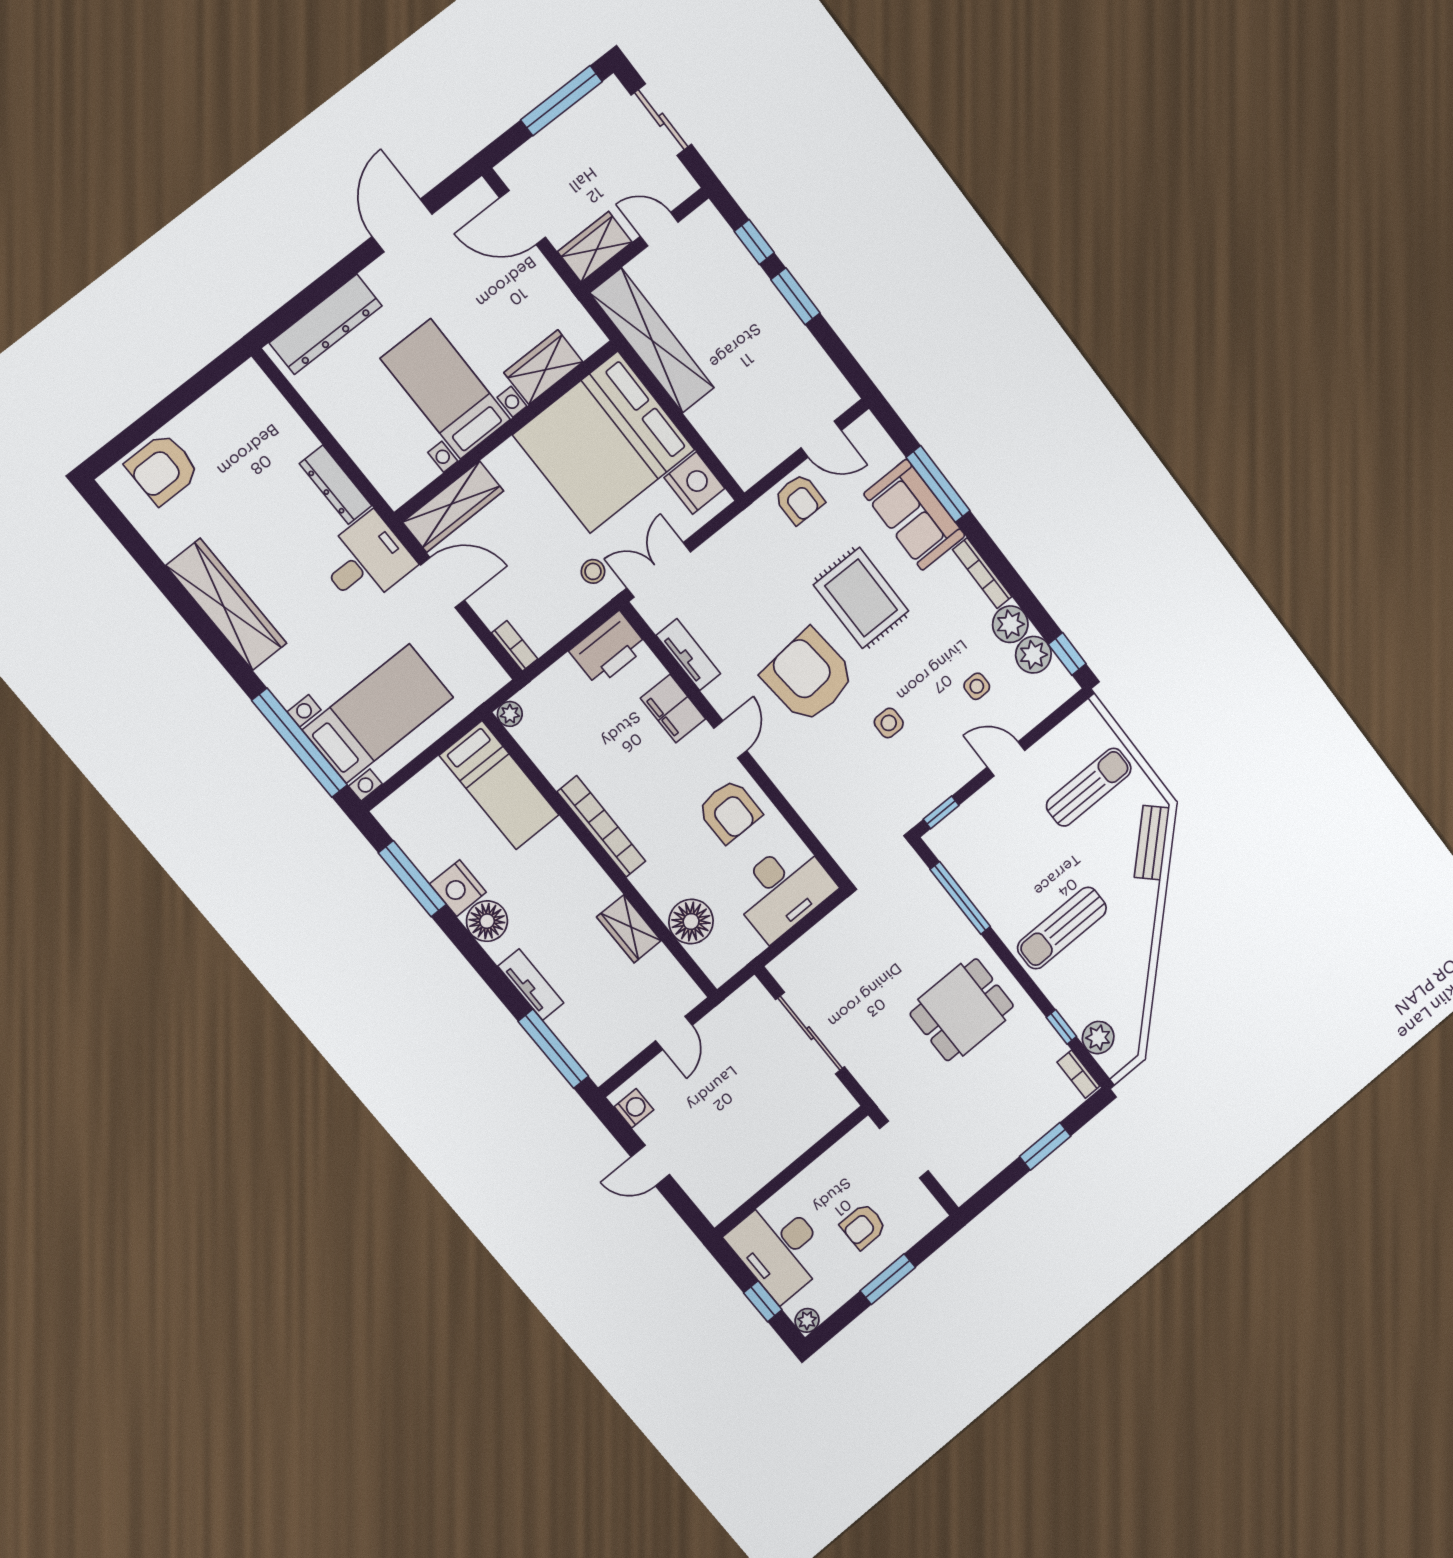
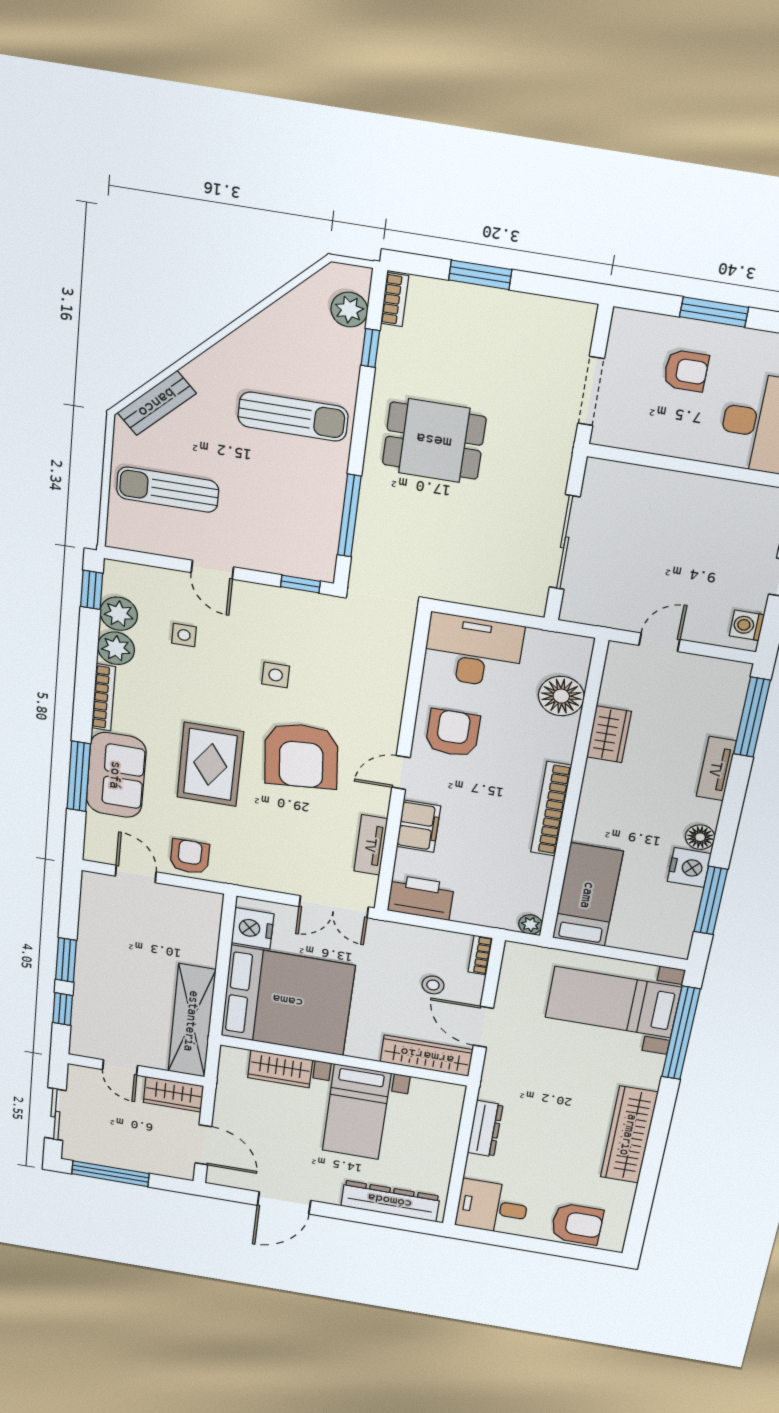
desk: (366, 560) -> (492, 1207), moved
stool: (593, 571) -> (433, 985), moved
floor lamp: (487, 921) -> (700, 837), width x0.73, depth x0.73

